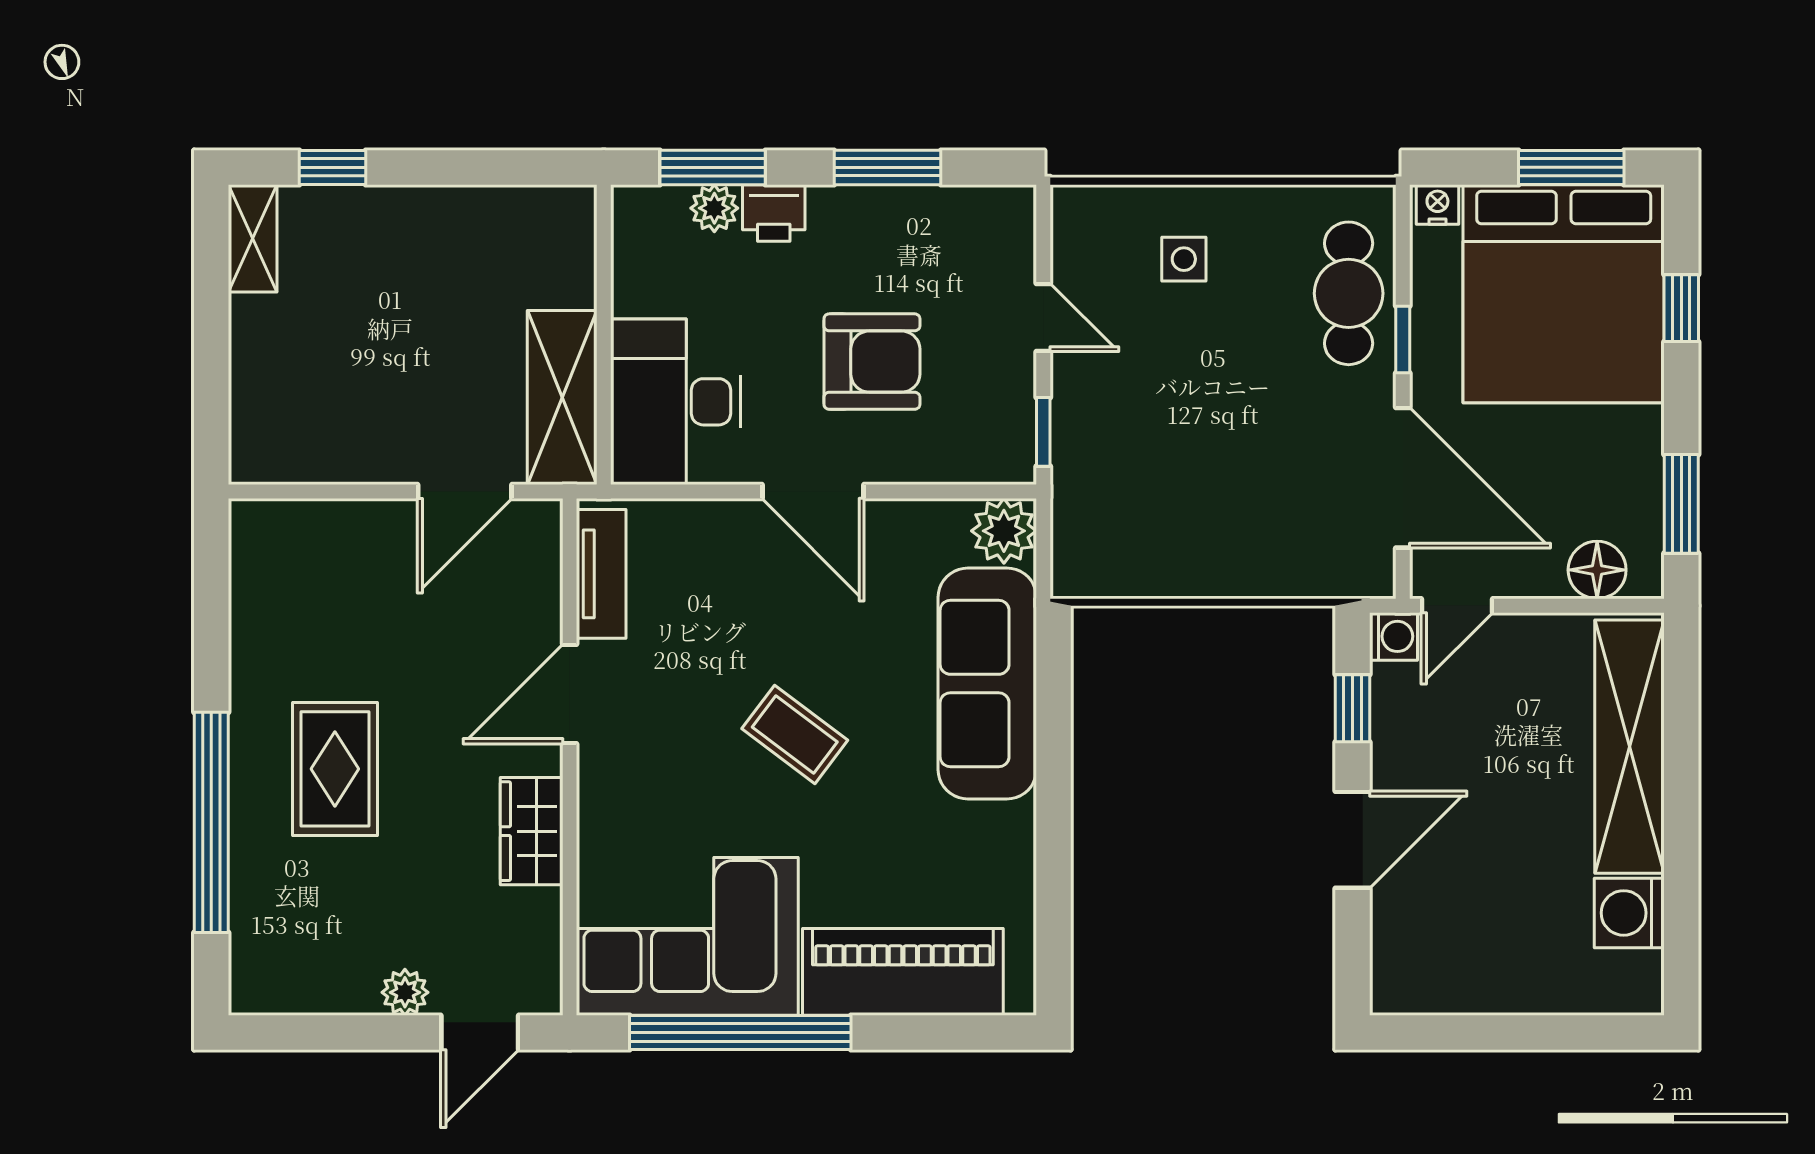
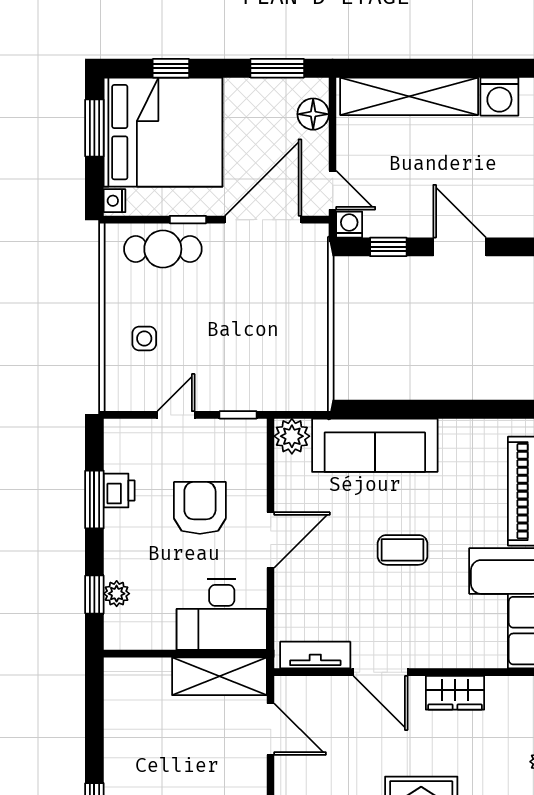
window: (713, 167) -> (94, 594), width x0.67
printer: (774, 213) -> (119, 490), moved
coffee table: (795, 734) -> (402, 550), turned 53

